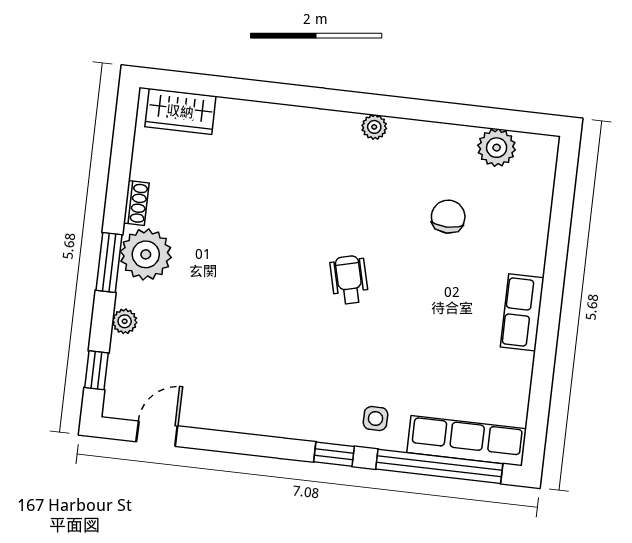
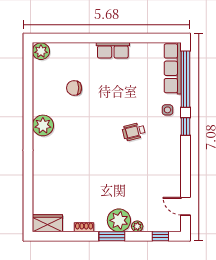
wardrobe: (180, 111) -> (47, 223), moved, turned -90
plant: (374, 127) -> (43, 125), width x1.88, depth x1.88
plant: (497, 148) -> (41, 51), moved
plant: (146, 254) -> (119, 220), moved
wheelchair: (349, 280) -> (134, 132), moved

